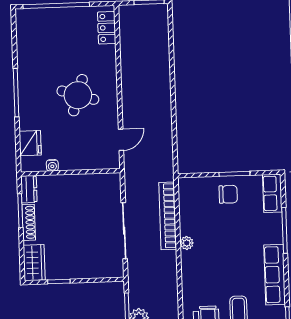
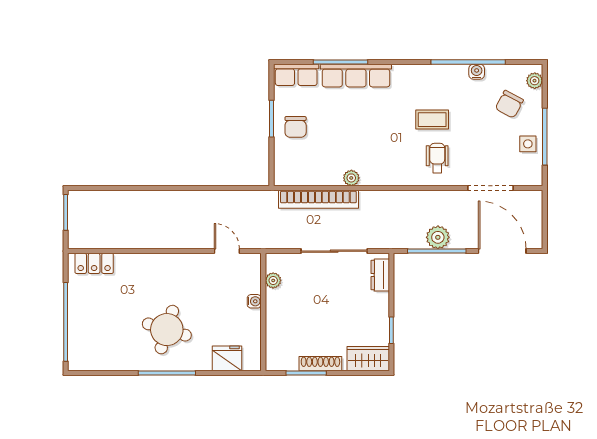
round table: (78, 95) -> (167, 330), moved
water cooler: (52, 165) -> (254, 301), moved
plant: (98, 180) -> (273, 280), added
dresser: (29, 189) -> (380, 275), moved, turned -90
chair: (228, 194) -> (296, 127), turned 180
row of seats: (275, 275) -> (356, 76), moved

